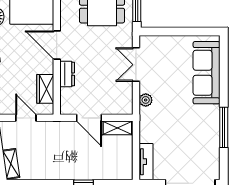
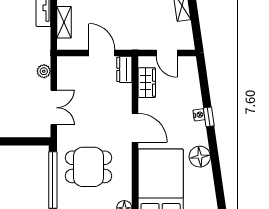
dresser: (67, 74) -> (124, 69), moved
shelving: (117, 128) -> (64, 22), moved, turned 90

